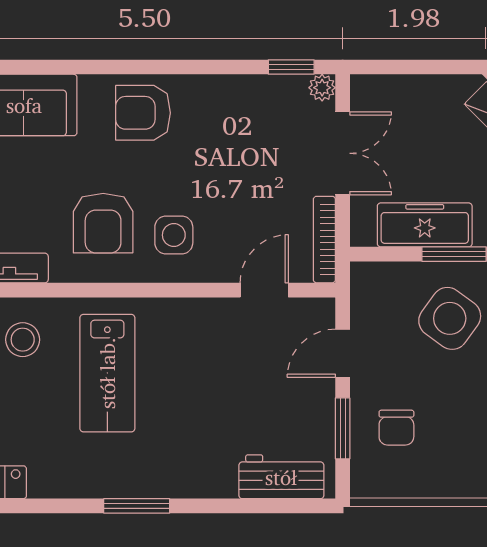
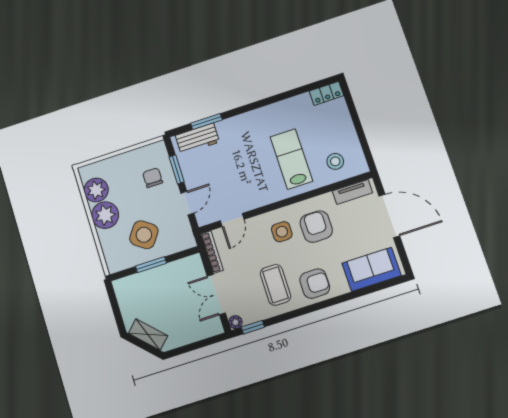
coffee table: (220, 135) -> (276, 285), added
freezer: (425, 225) -> (168, 274), removed
window: (137, 506) -> (206, 121), moved

